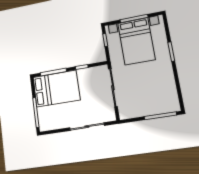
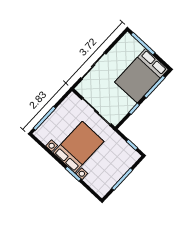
bed with nightstands: (136, 41) -> (78, 147), moved, turned 90

